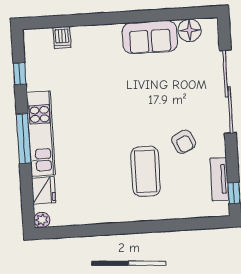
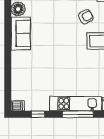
dishwasher: (62, 37) -> (18, 106), moved

